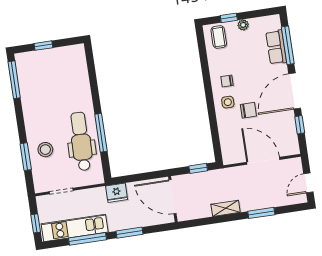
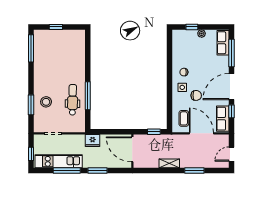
coffee table: (219, 37) -> (184, 118), moved
row of seats: (276, 47) -> (223, 43), moved
row of seats: (289, 136) -> (223, 119), added
dental chair: (81, 141) -> (73, 100), width x0.73, depth x0.72

